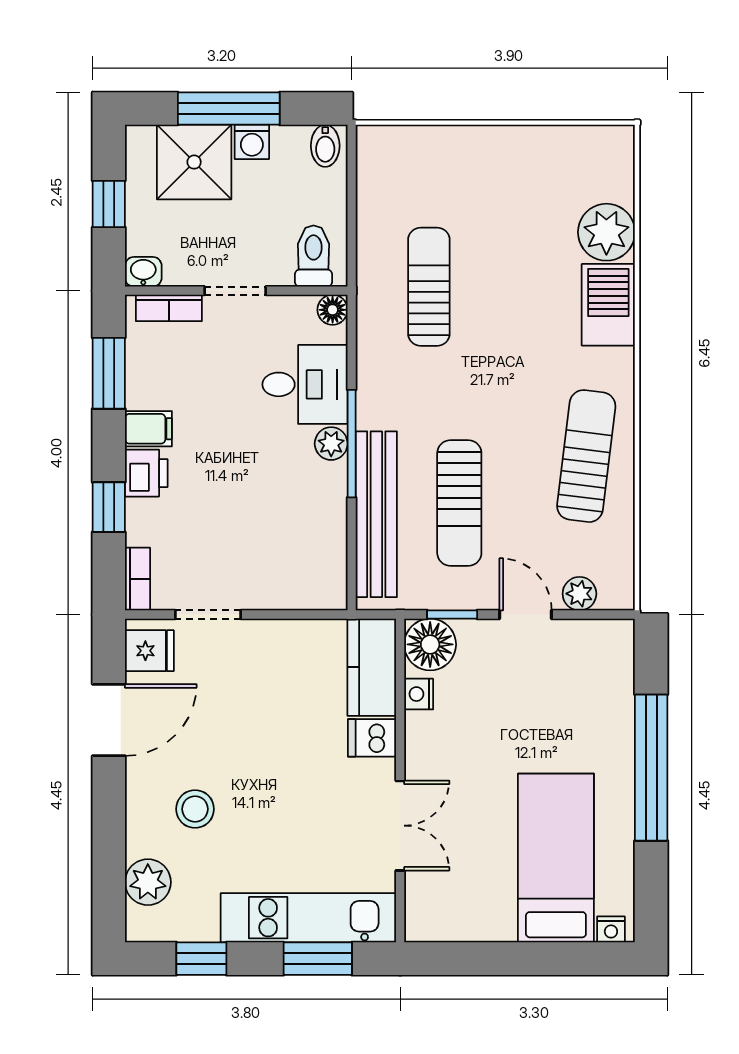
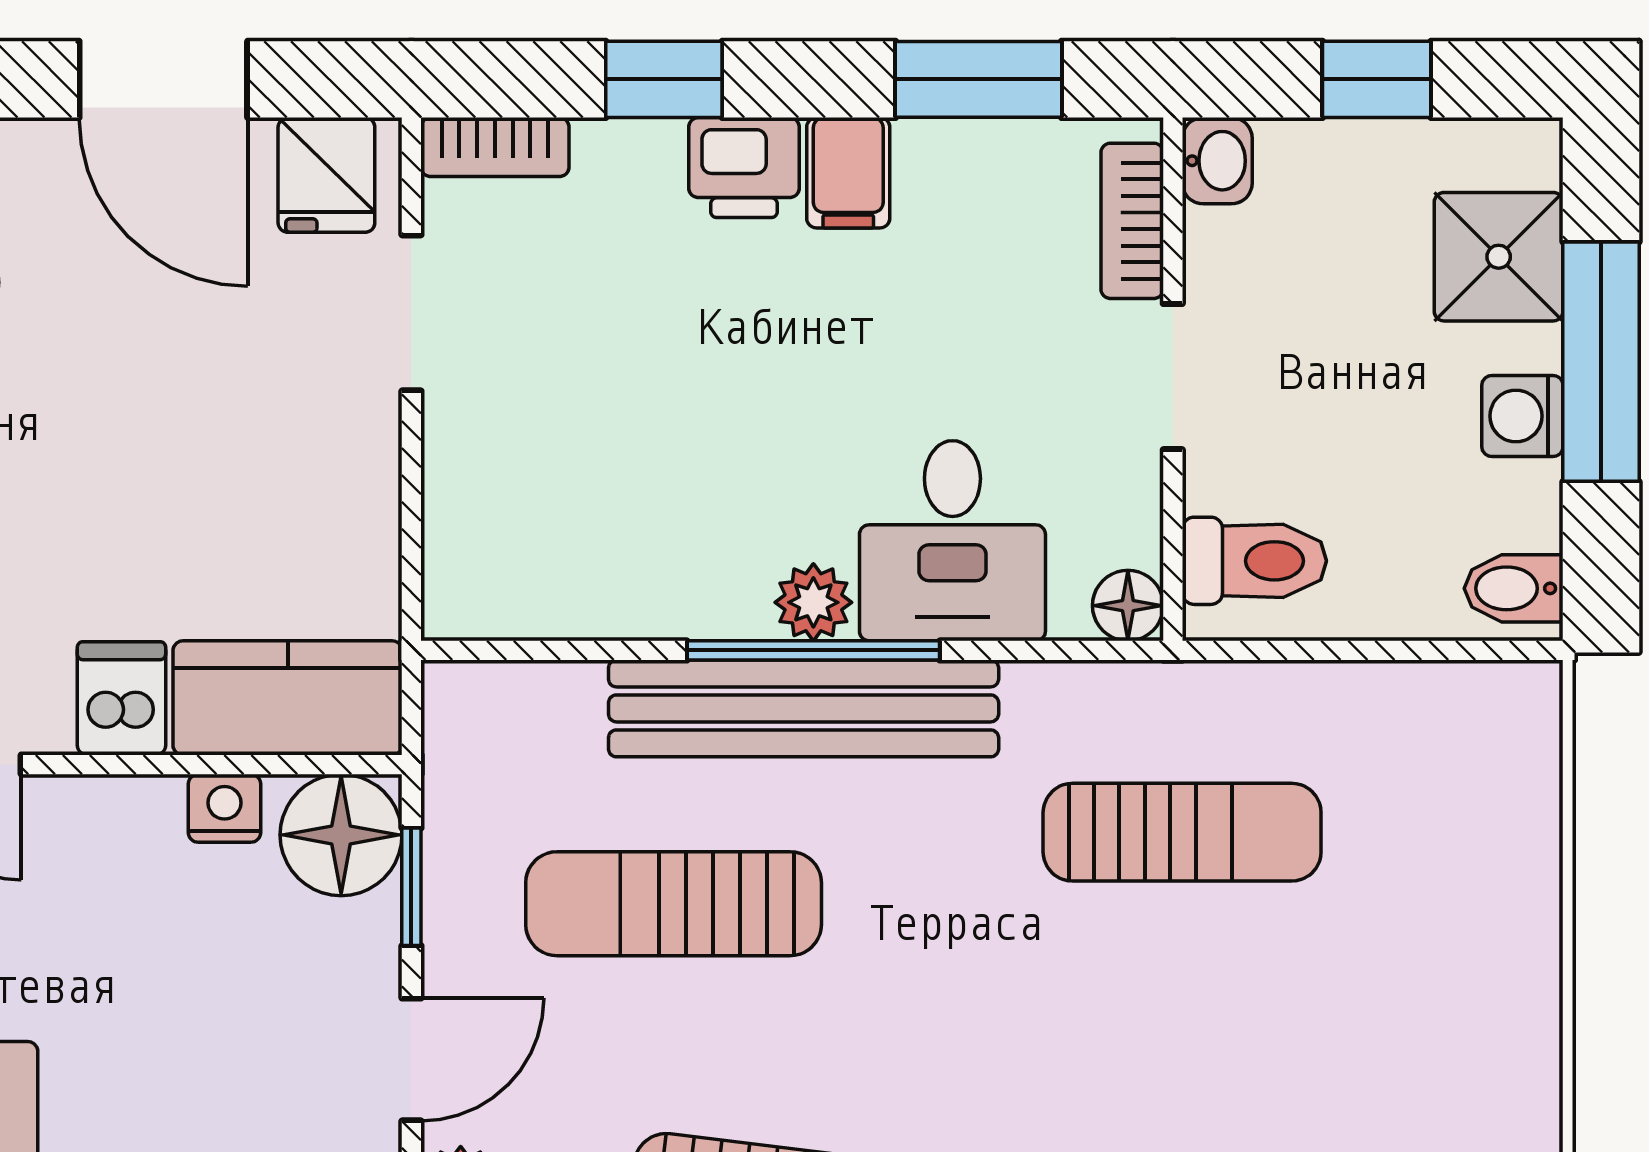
shower: (194, 162) -> (1499, 257), width x0.73, depth x0.73
bench: (376, 514) -> (804, 708), moved

